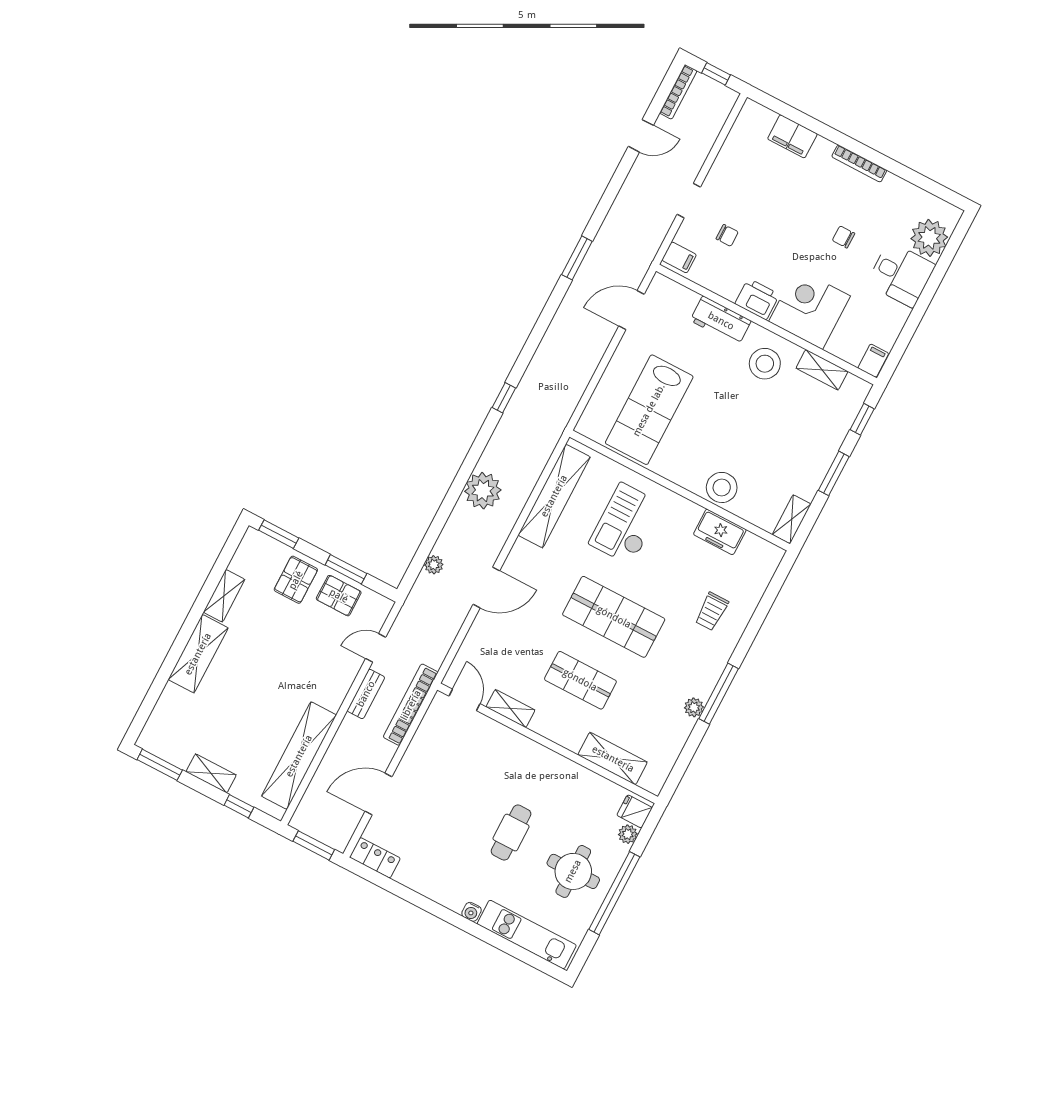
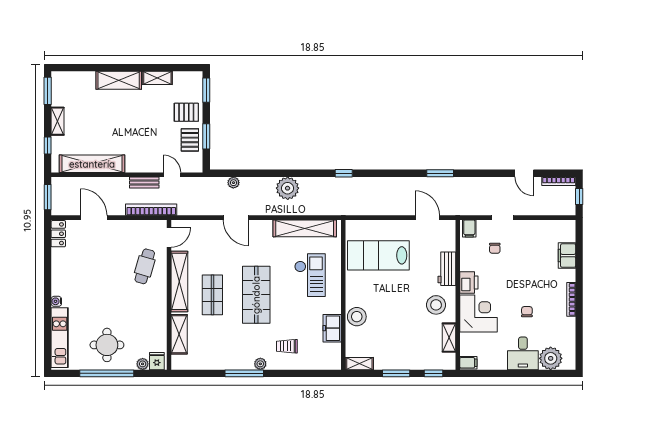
checkout: (626, 524) -> (310, 275), turned 90
plant: (694, 707) -> (260, 364), moved
shelving: (511, 708) -> (179, 281), width x2.20, depth x1.33
cafe table: (511, 833) -> (145, 266), moved, turned -74

